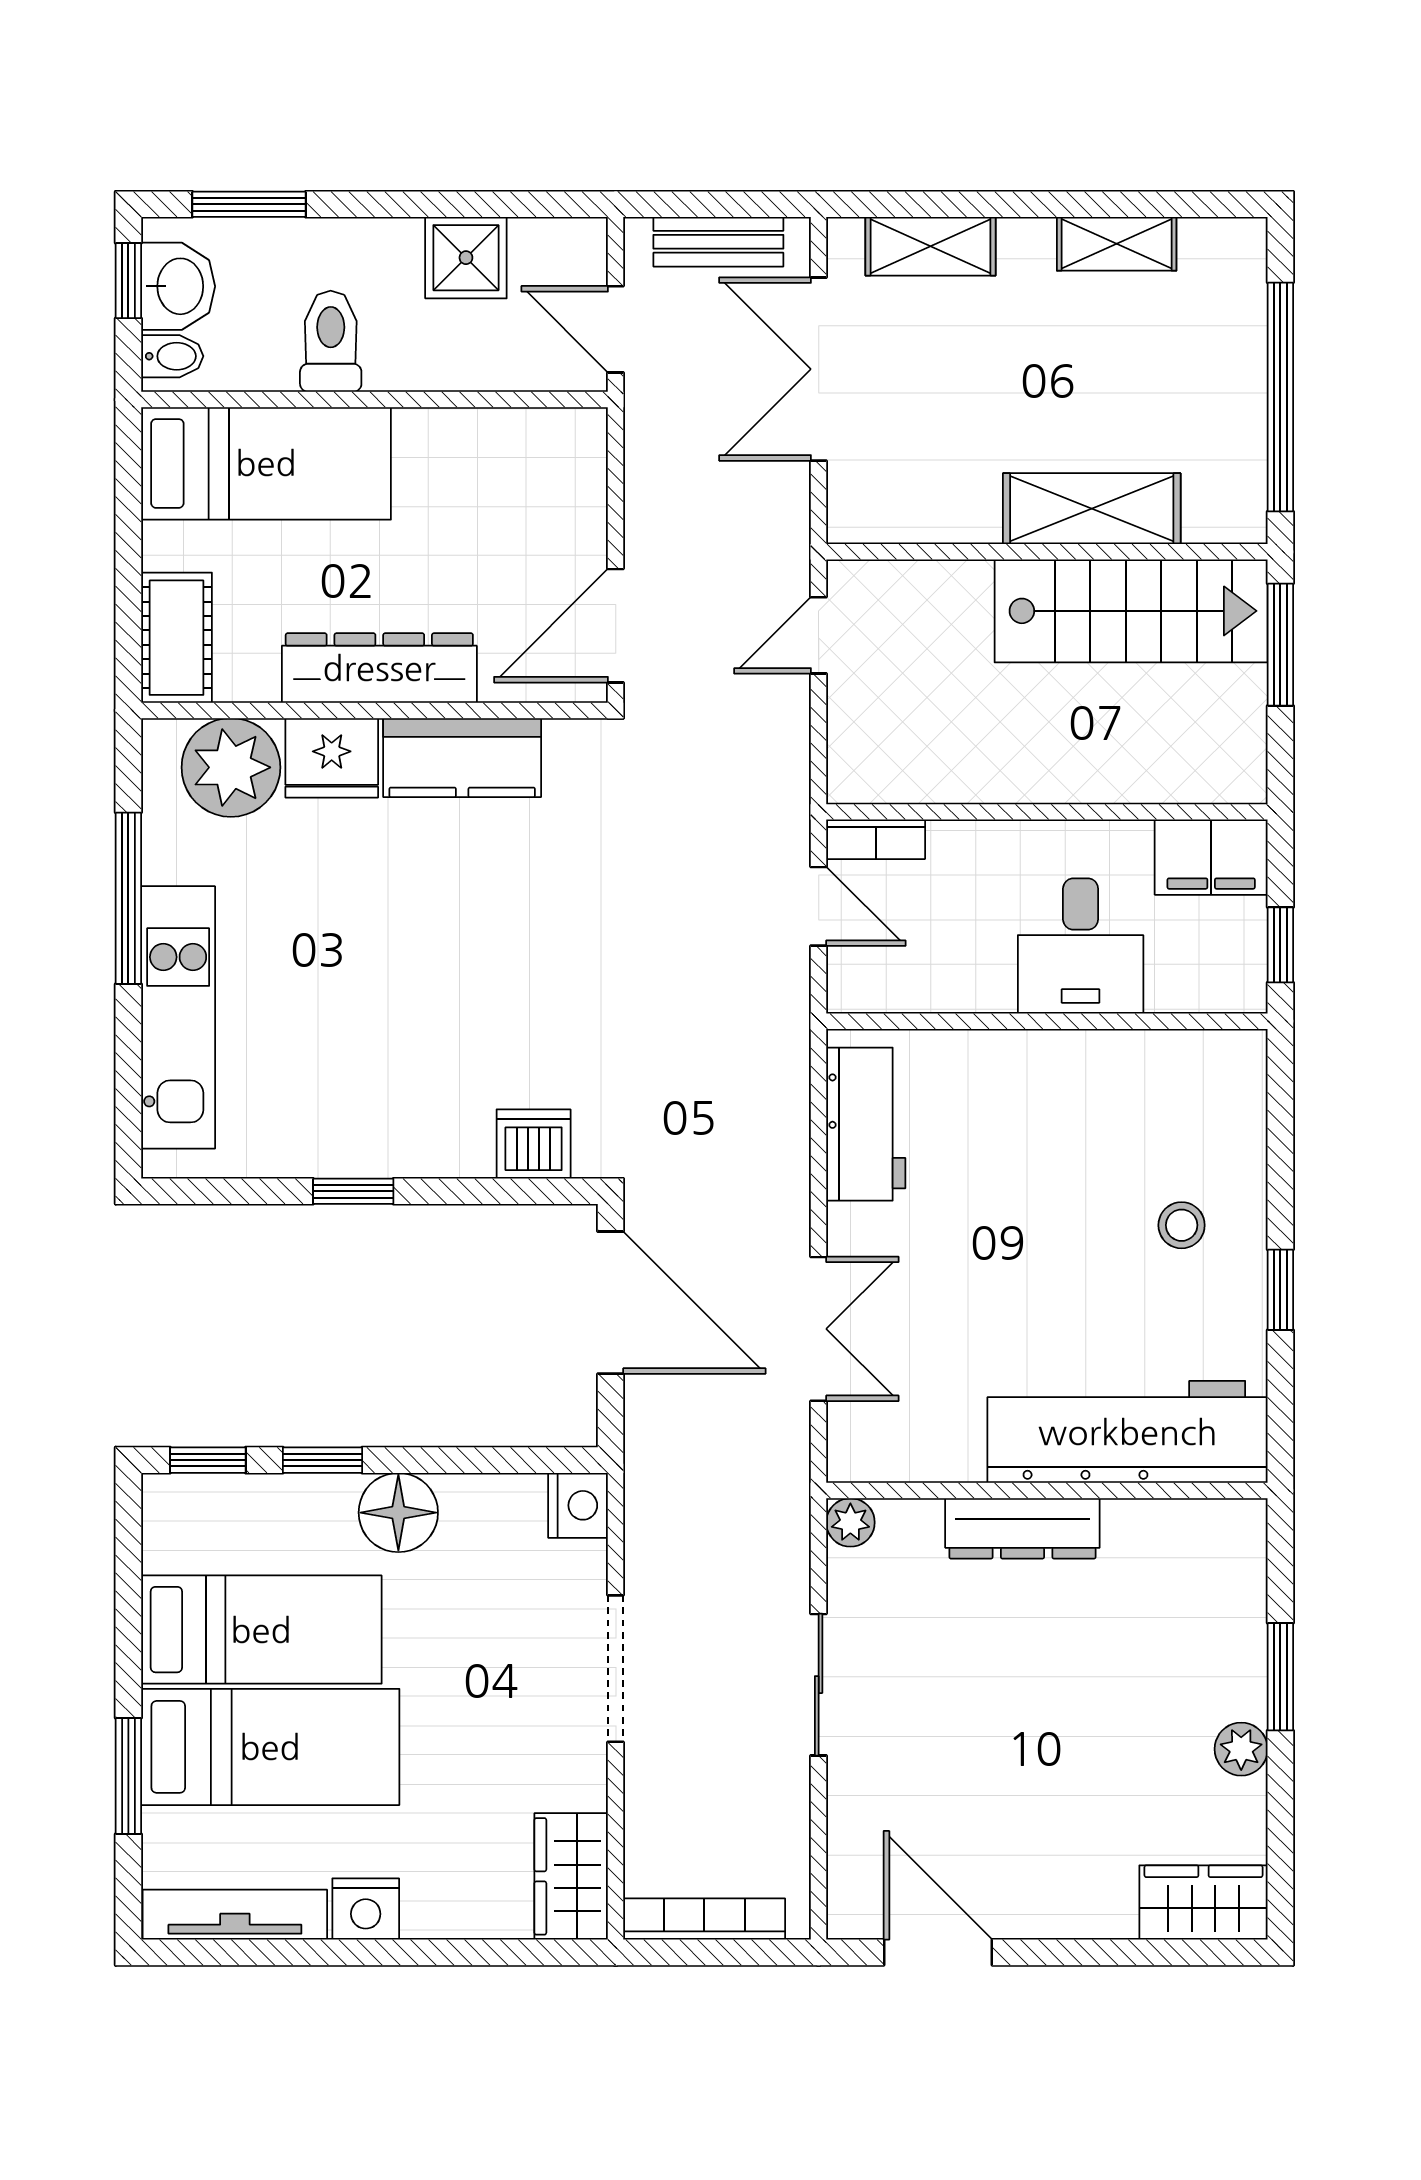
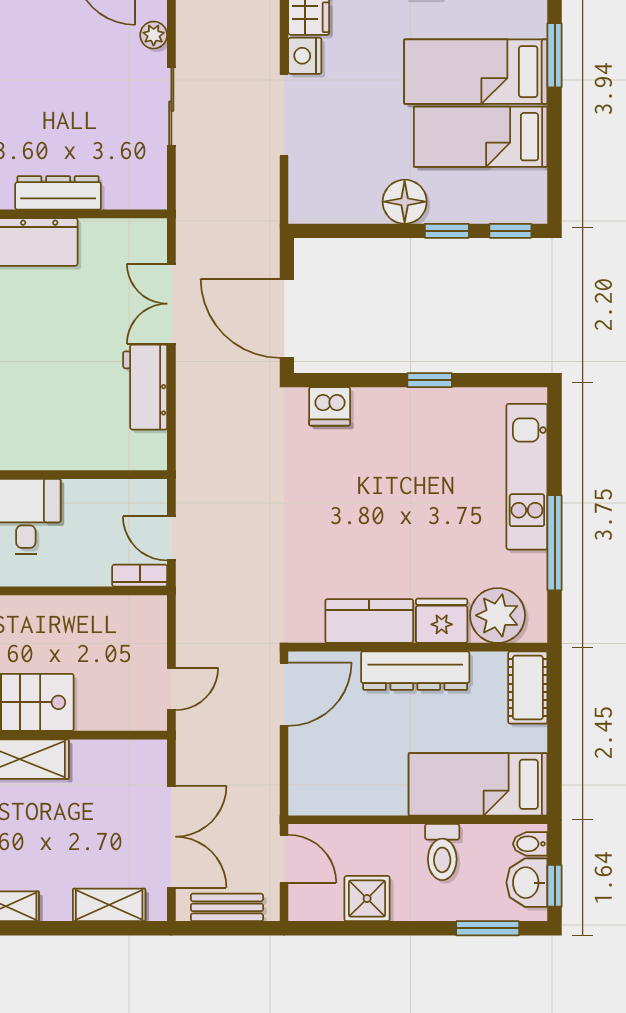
workbench: (866, 1124) -> (145, 387), moved
nightstand: (578, 1505) -> (305, 56), moved
plant: (850, 1522) -> (154, 35), moved

